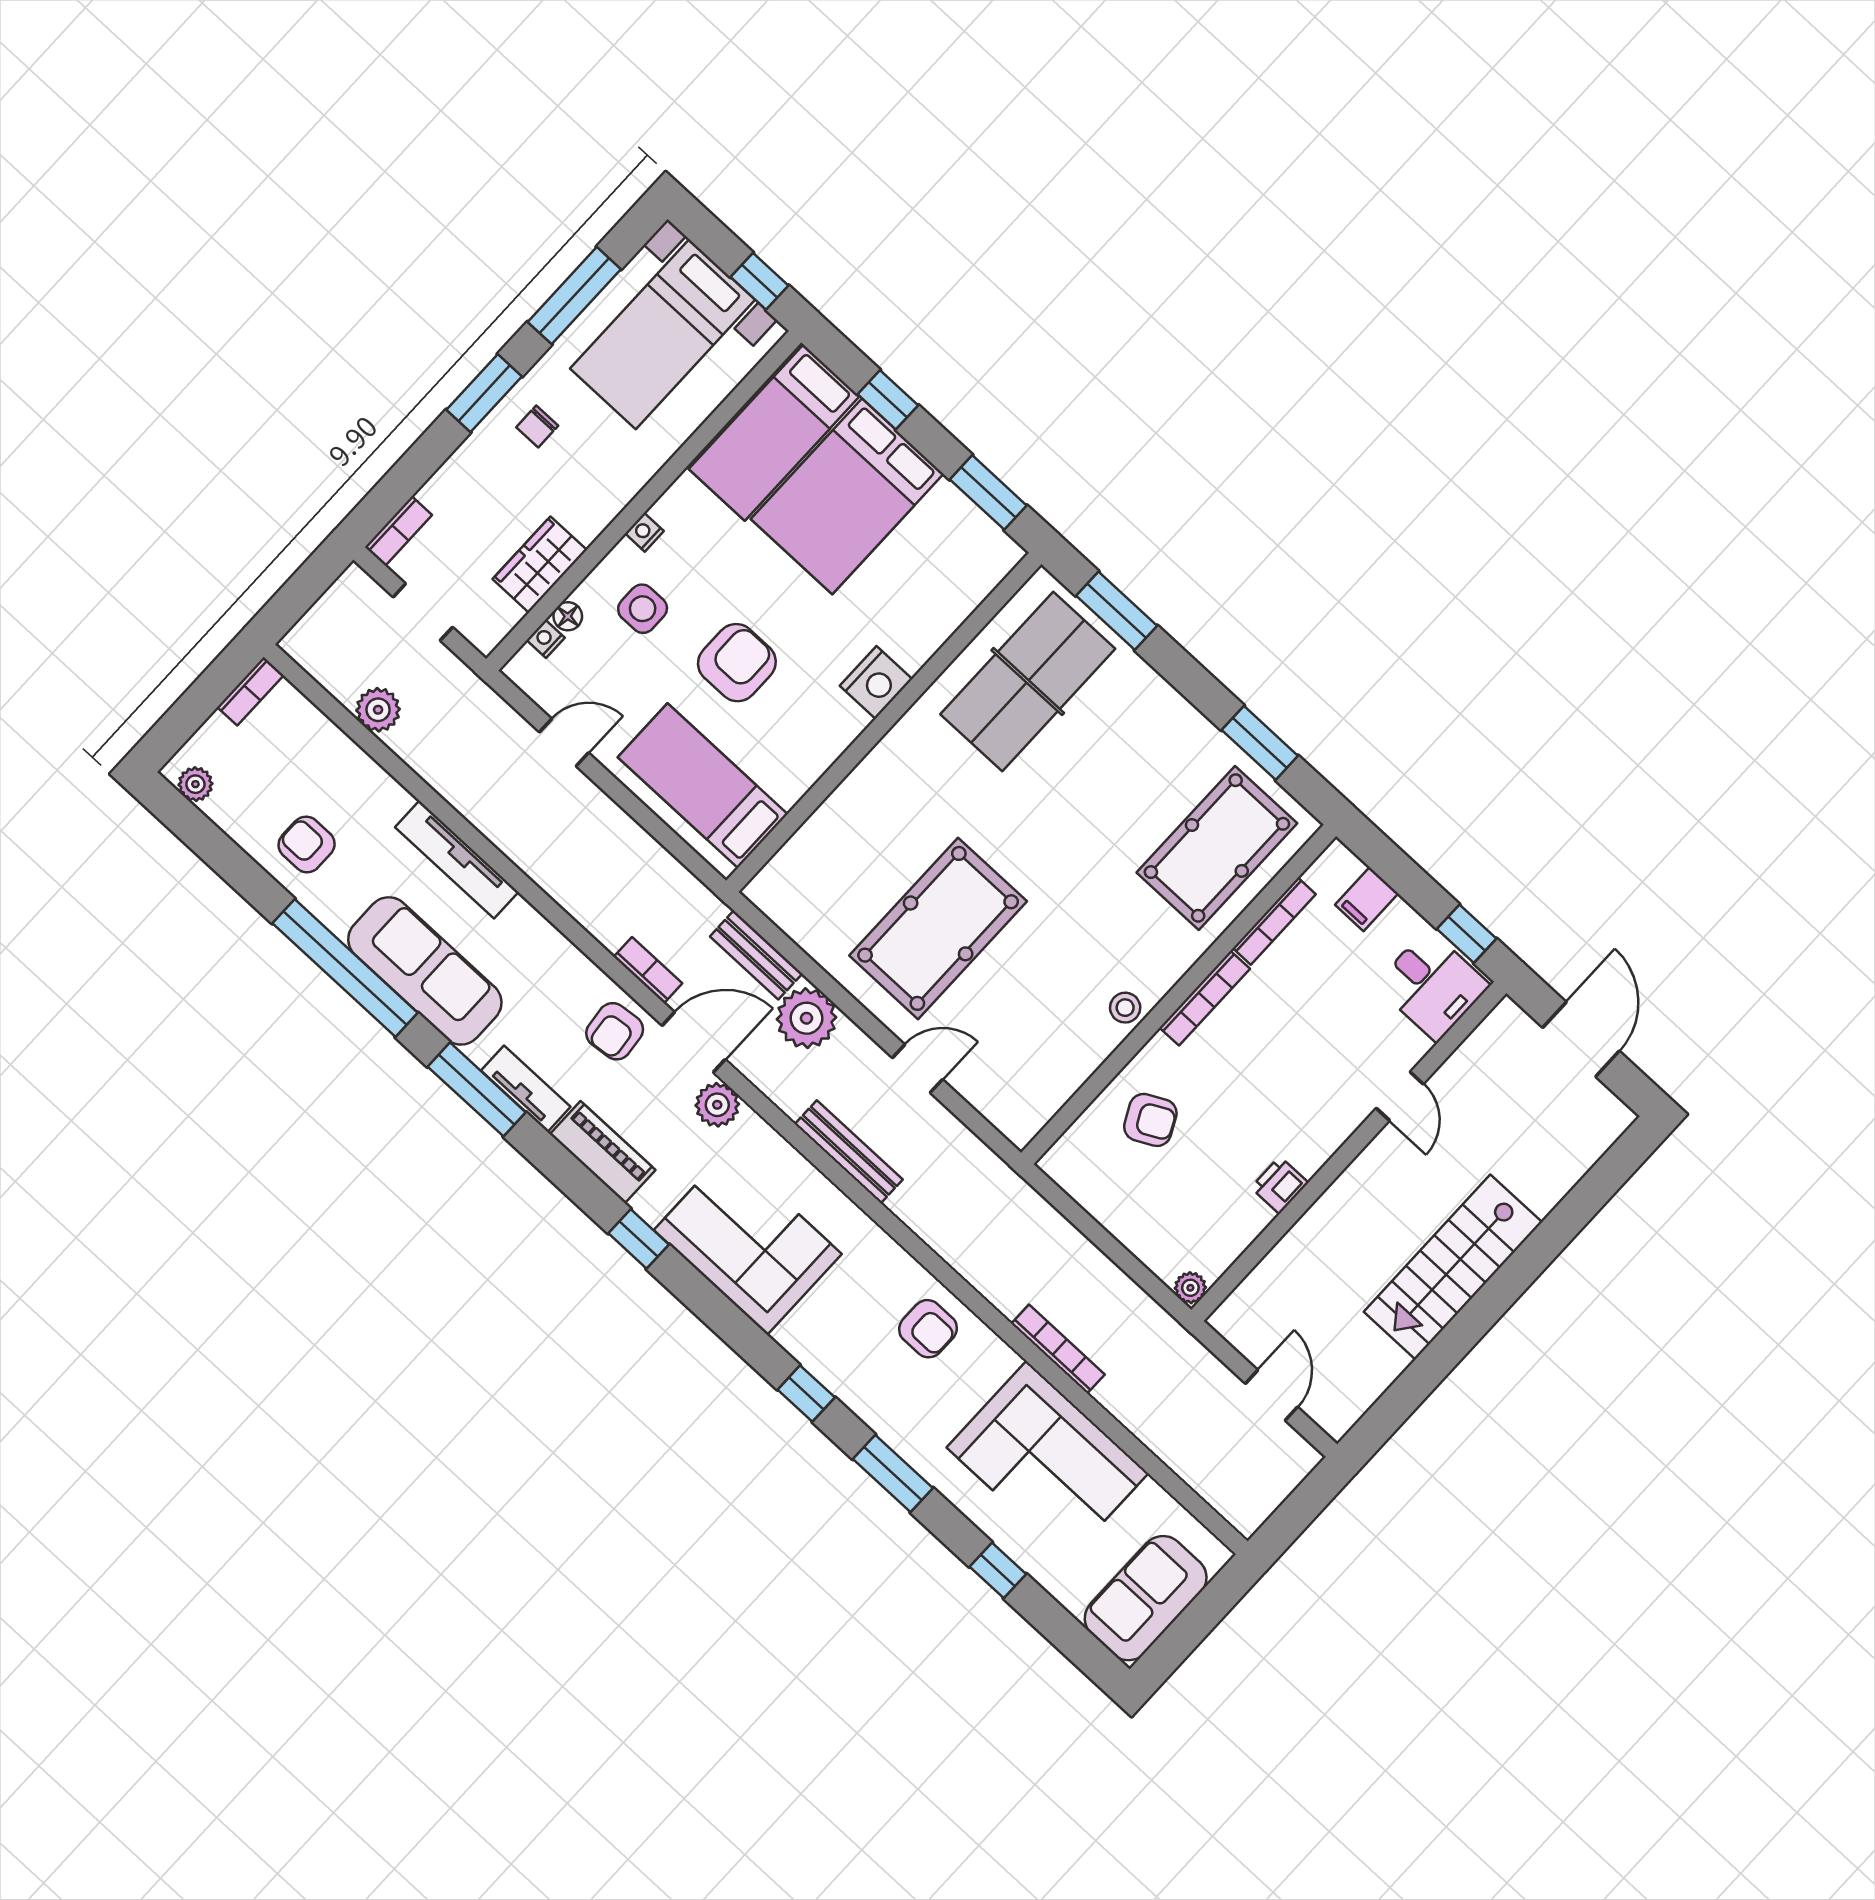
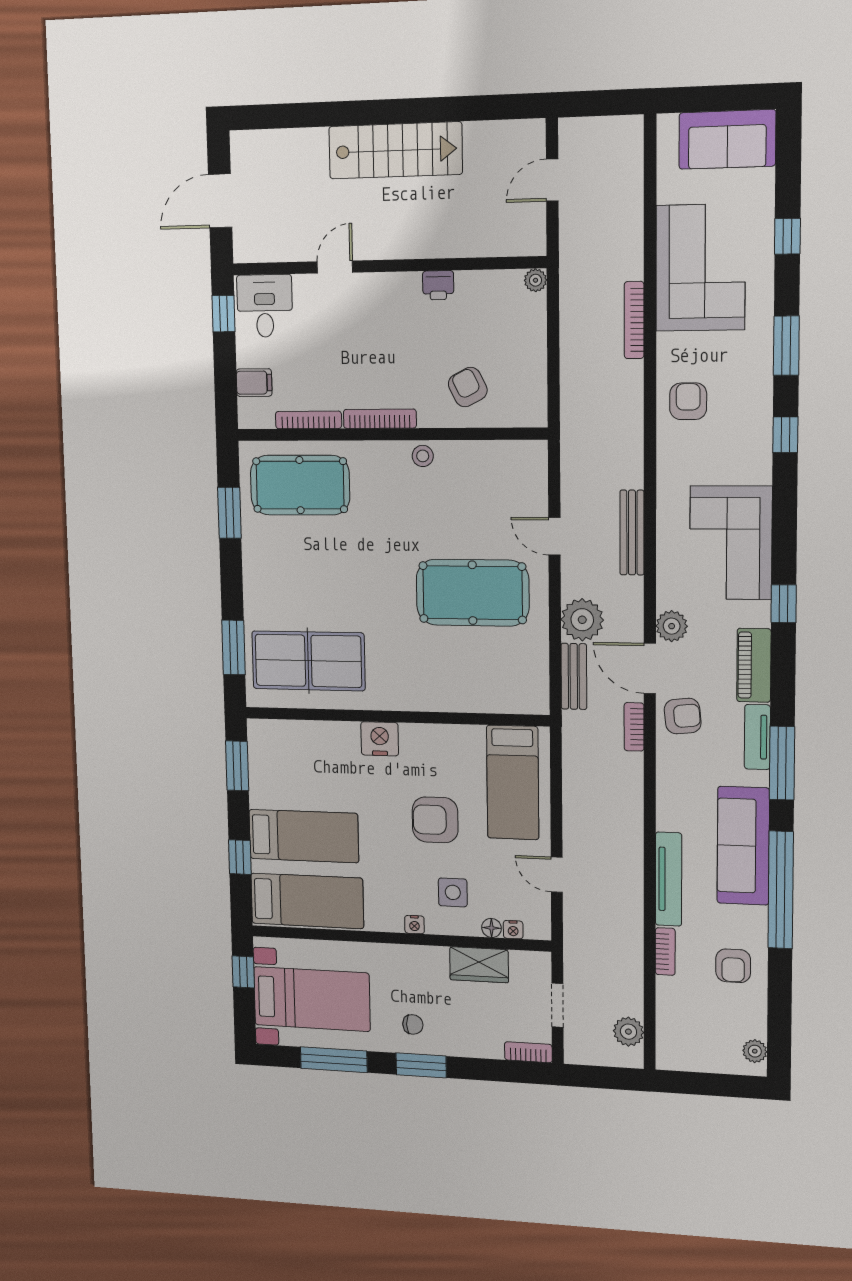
bed: (847, 496) -> (304, 836), width x0.67
bookcase: (250, 691) -> (665, 951), moved, turned 90
plant: (378, 710) -> (628, 1032), moved

